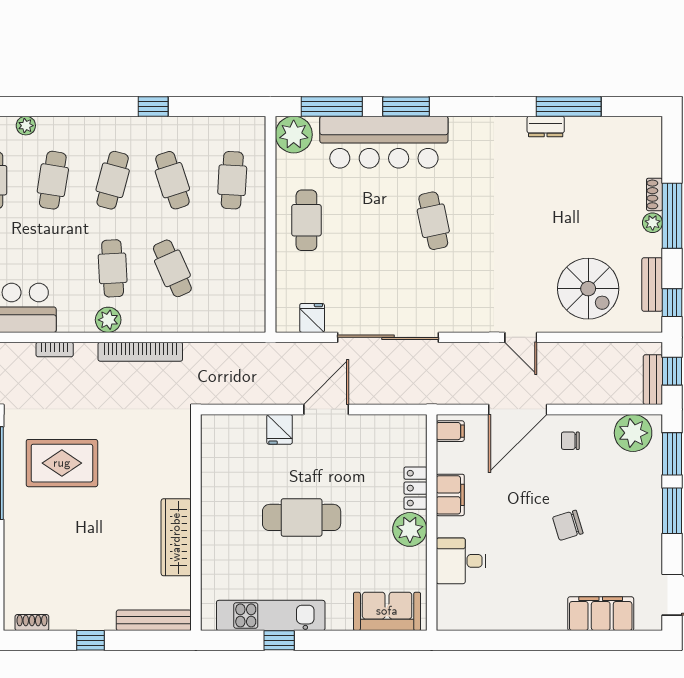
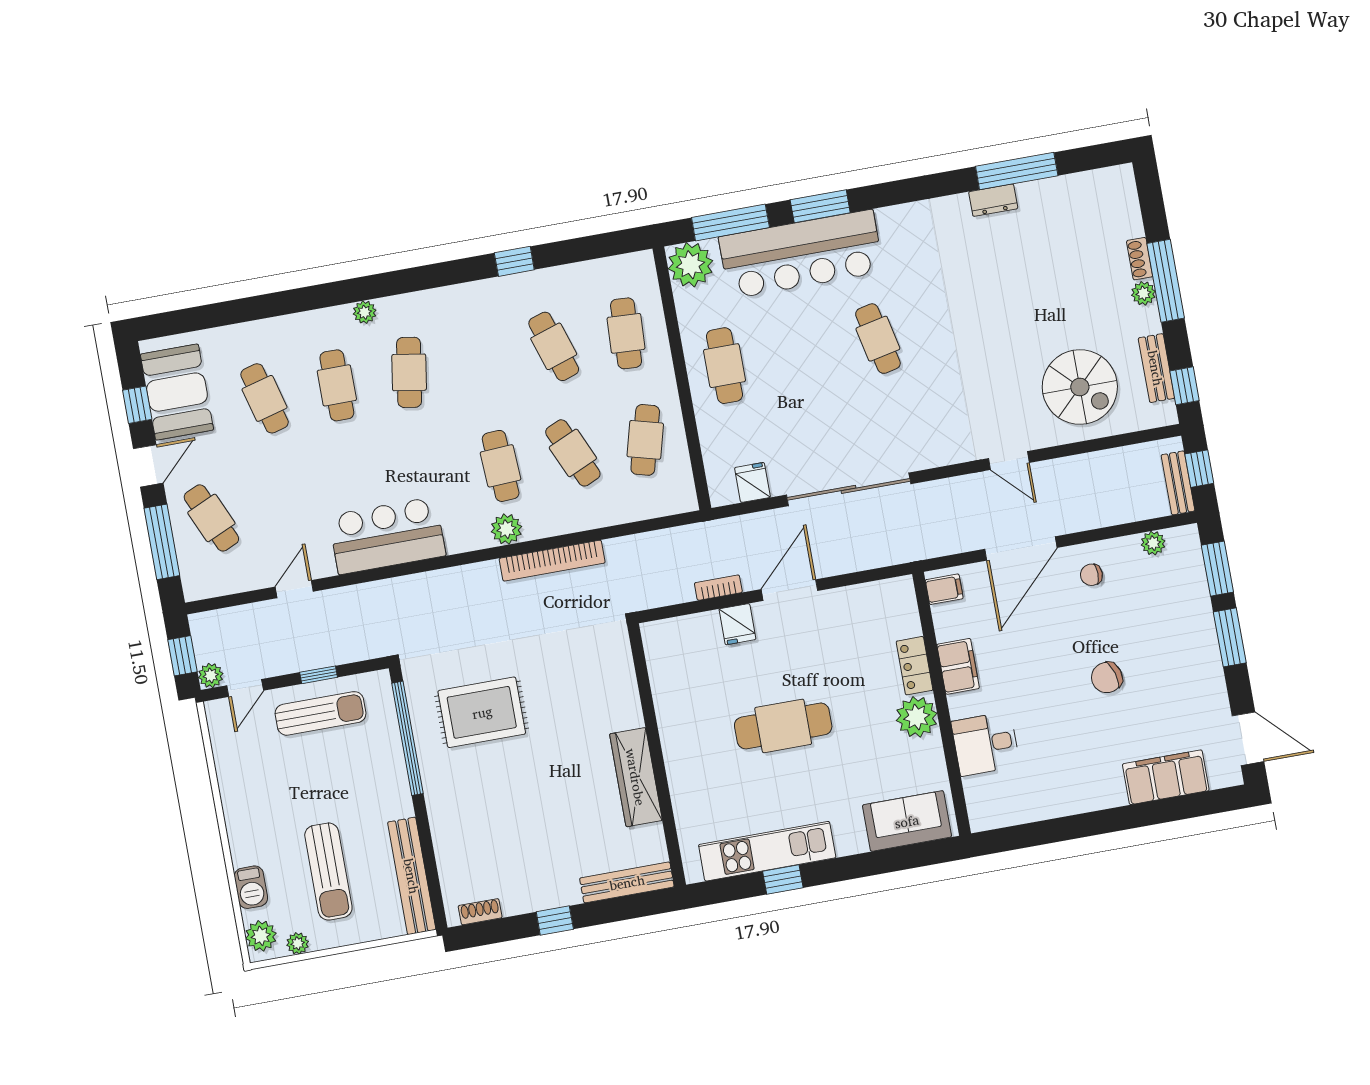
cafe table: (113, 180) -> (645, 440), moved
bookcase: (55, 350) -> (718, 588), moved, turned 180
plant: (633, 433) -> (1153, 543), width x0.53, depth x0.53

